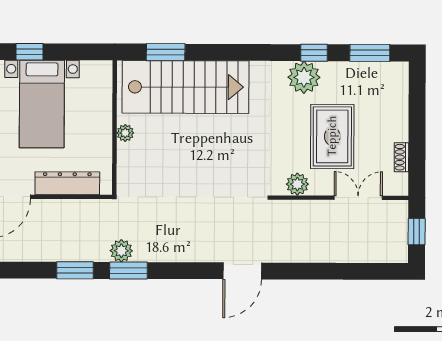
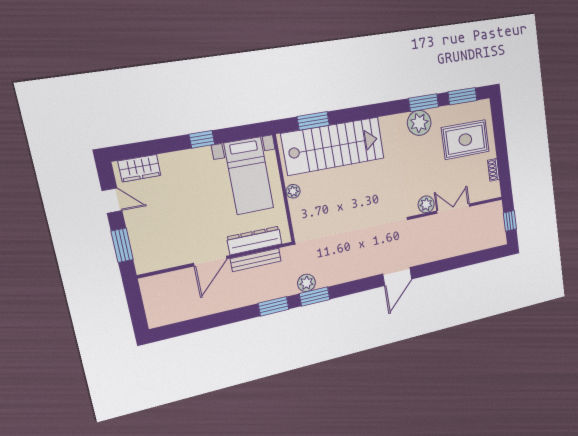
window: (314, 53) -> (424, 103), width x1.50
bed with nightstands: (42, 104) -> (249, 176), moved
rug: (332, 136) -> (465, 140), moved, turned 90
double door: (358, 198) -> (453, 209), moved
bench: (64, 207) -> (256, 260), added

